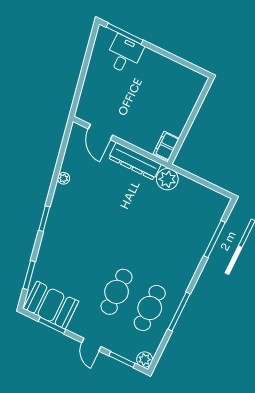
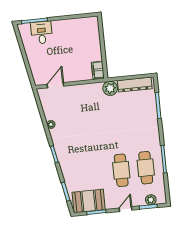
door: (100, 132) -> (55, 85), swing flipped
dresser: (135, 161) -> (135, 85), moved
door: (91, 345) -> (126, 209), swing flipped
plant: (145, 359) -> (151, 200), moved

